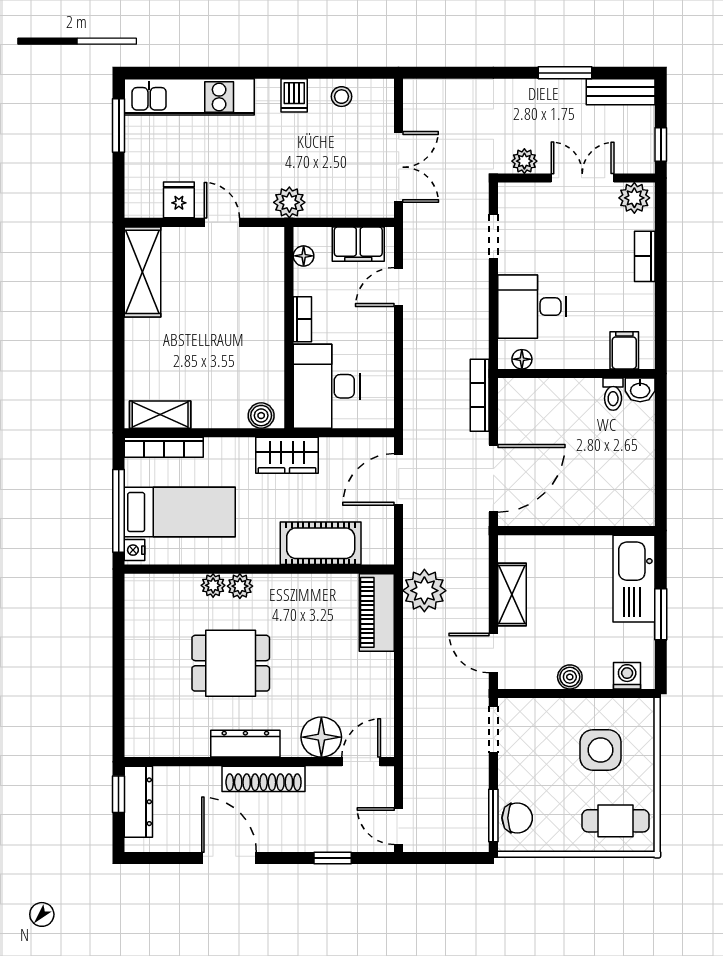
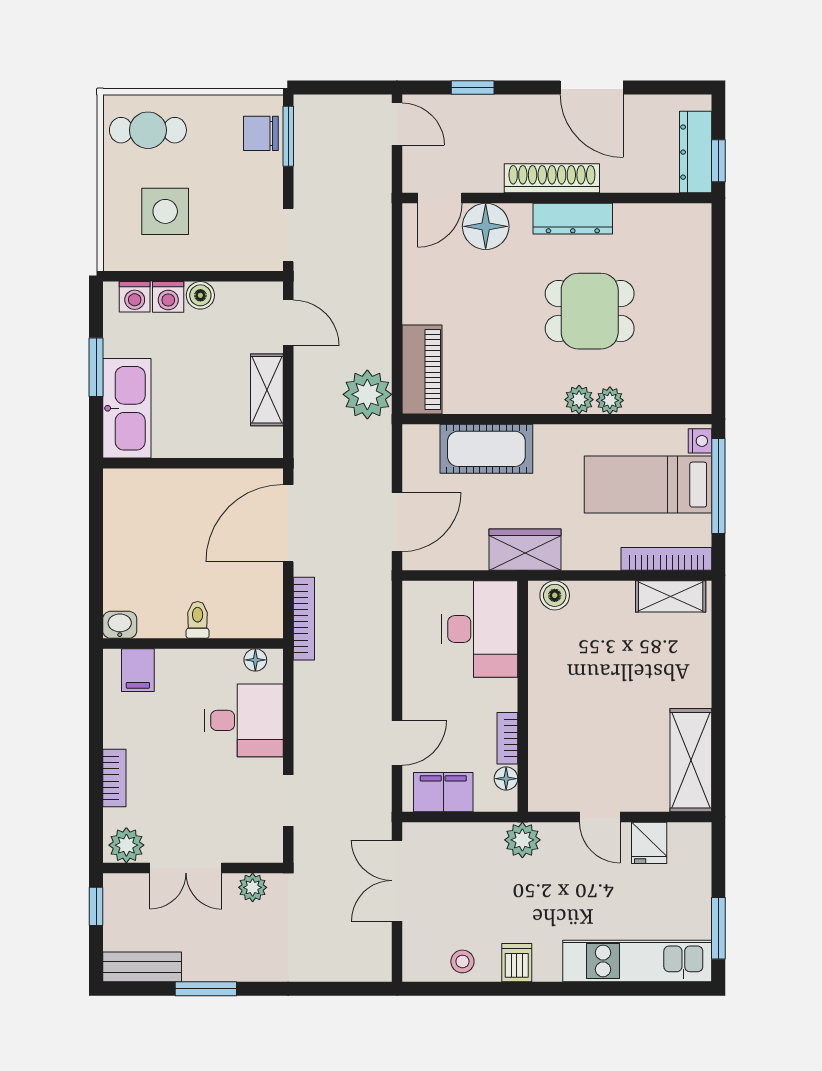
bookcase: (302, 319) -> (507, 738), moved
toilet: (613, 394) -> (198, 620), moved
washing machine: (598, 676) -> (168, 297), added

